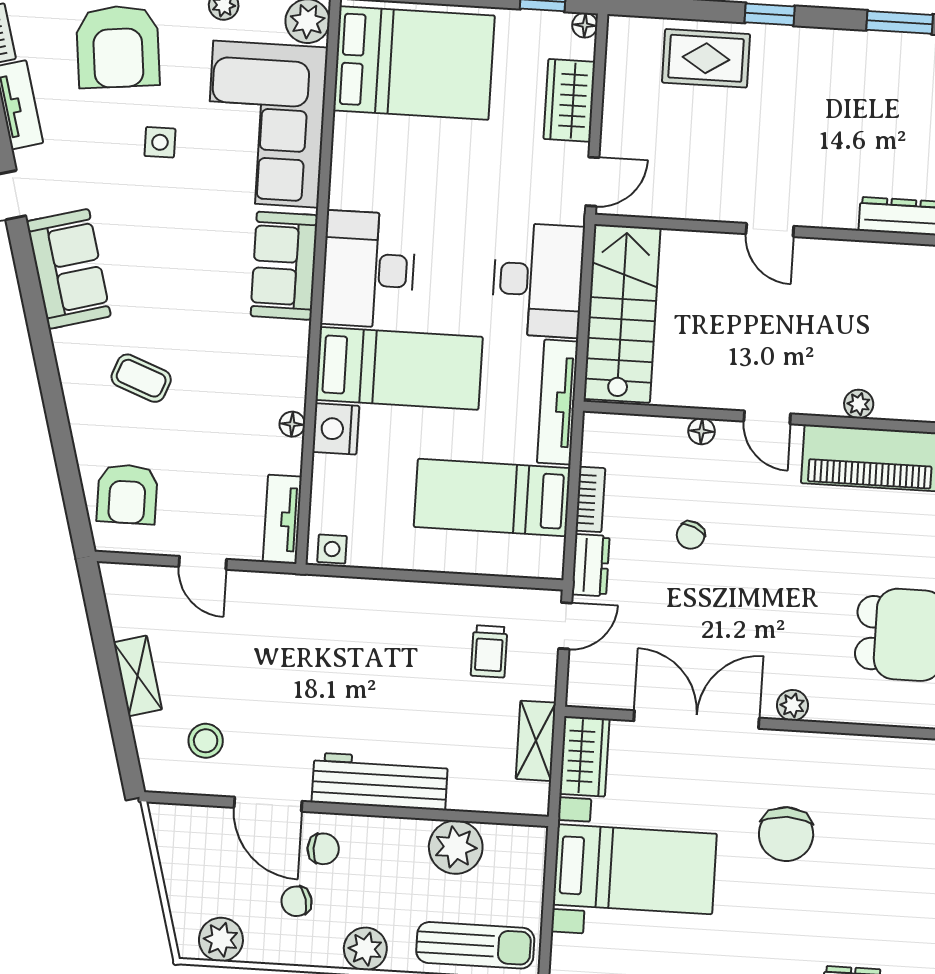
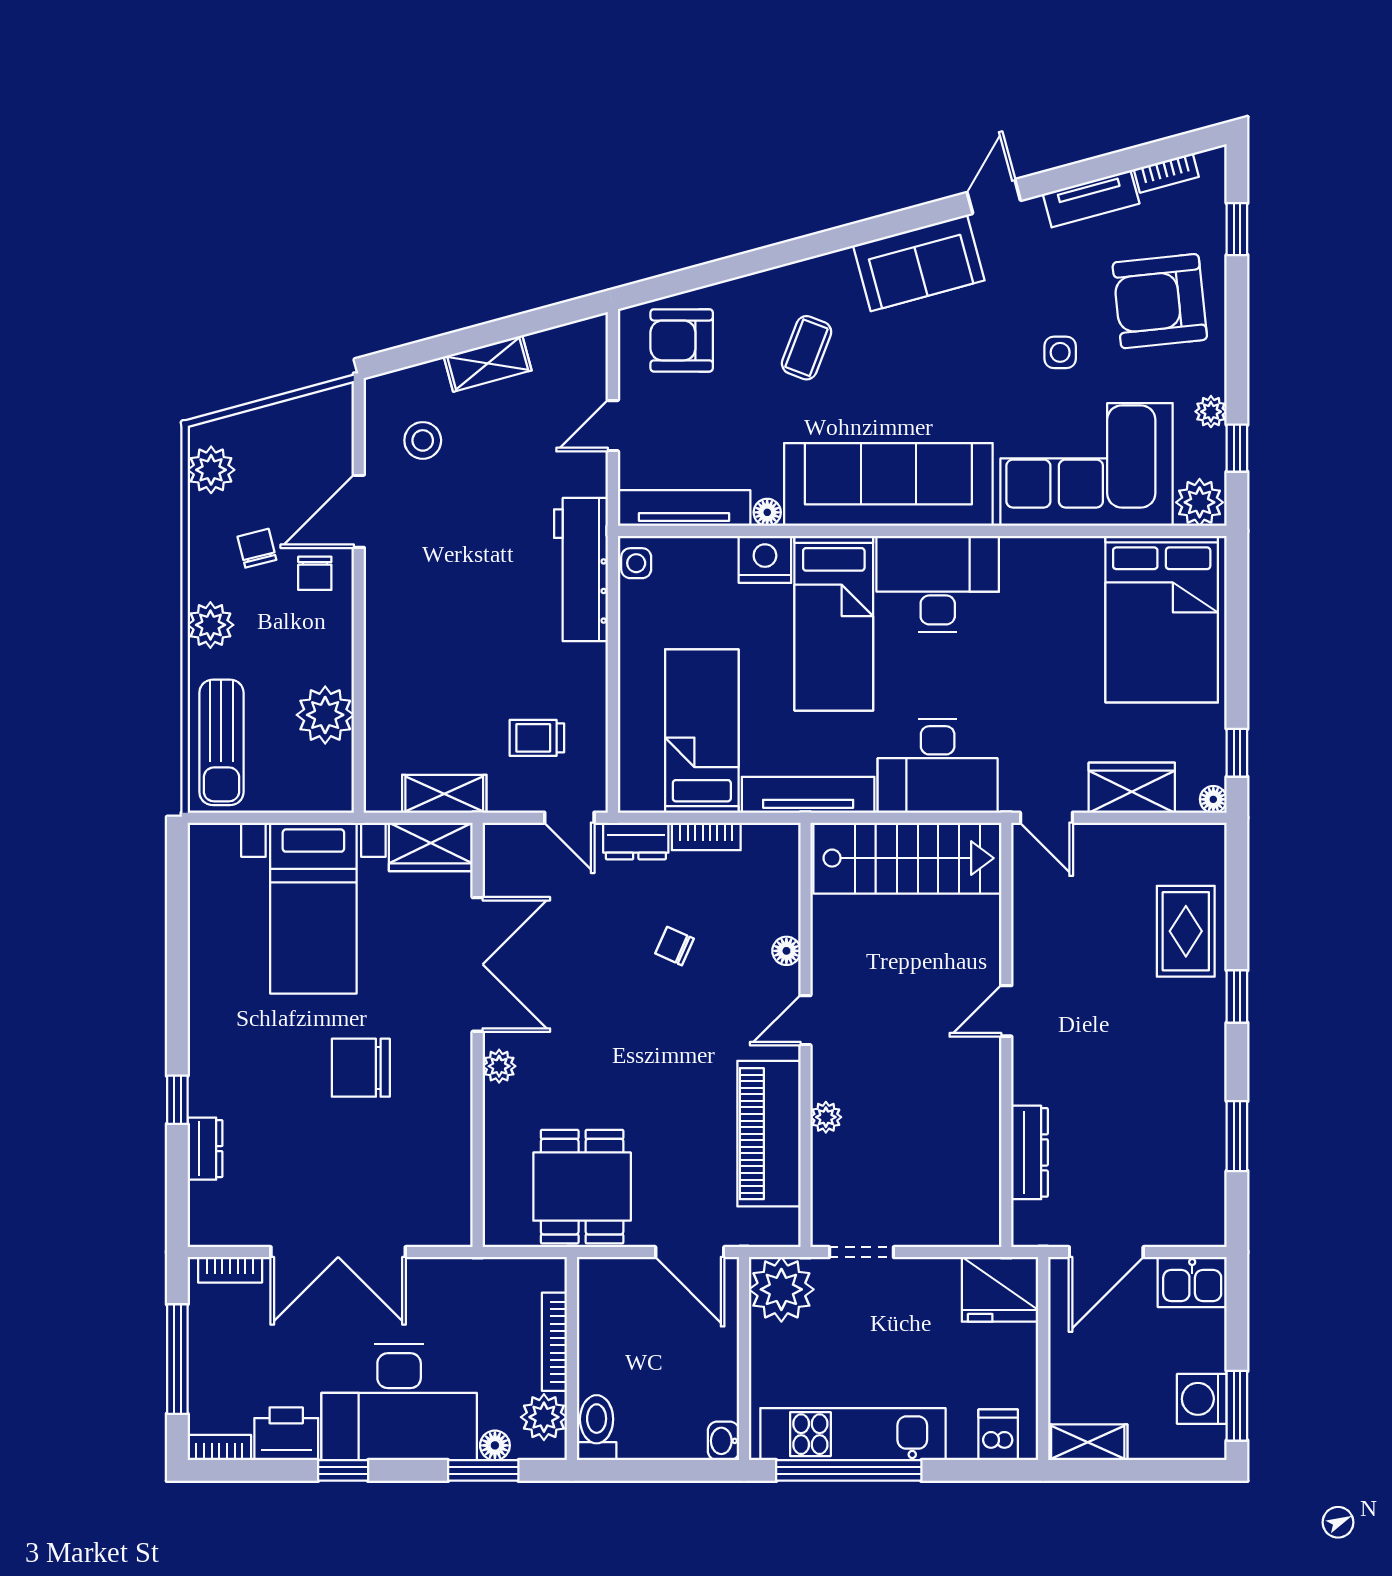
sofa: (284, 266) -> (888, 485), width x1.85, depth x1.27
tv unit: (282, 519) -> (684, 508), width x1.41
workbench: (380, 781) -> (581, 570), moved, turned 180

